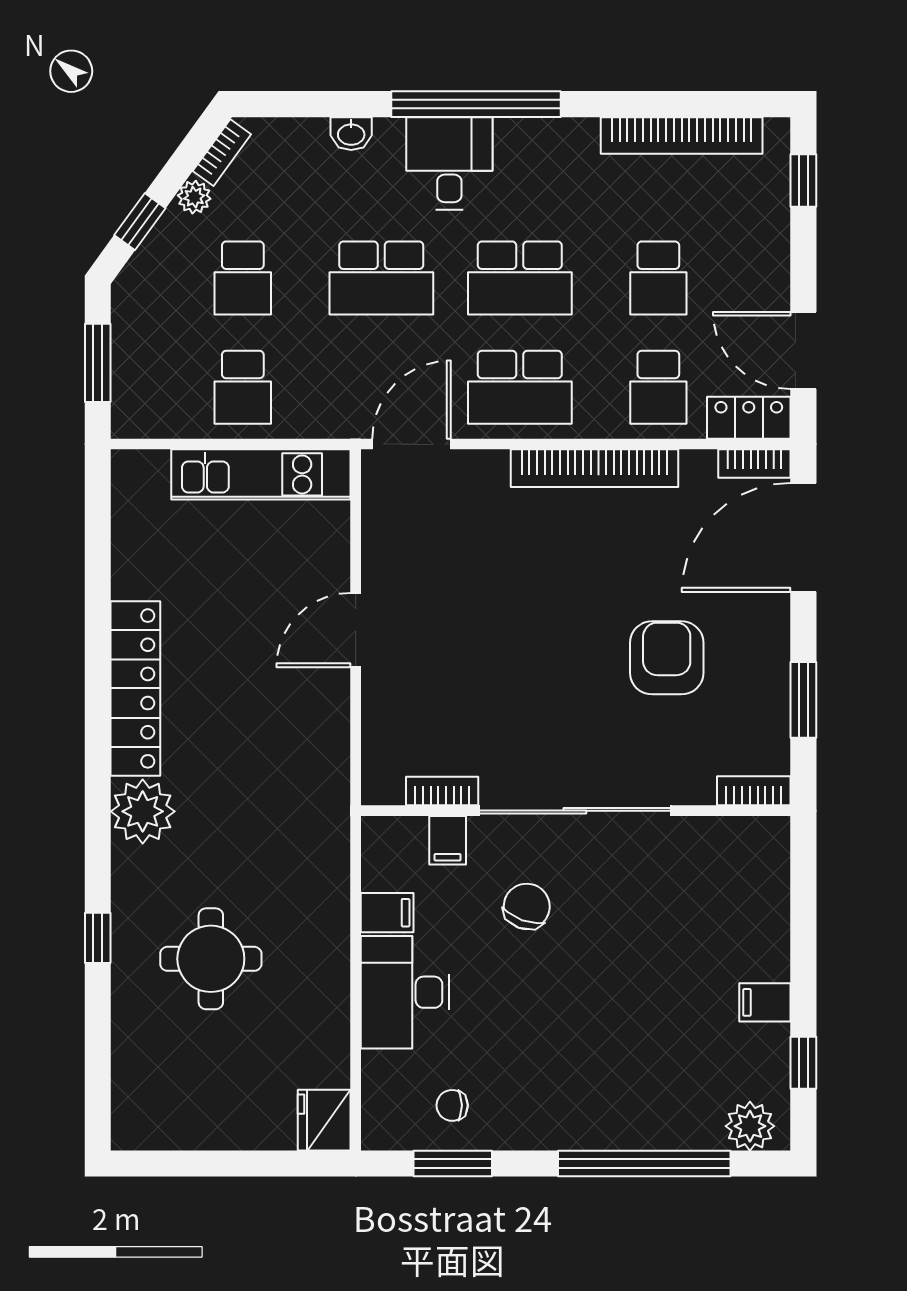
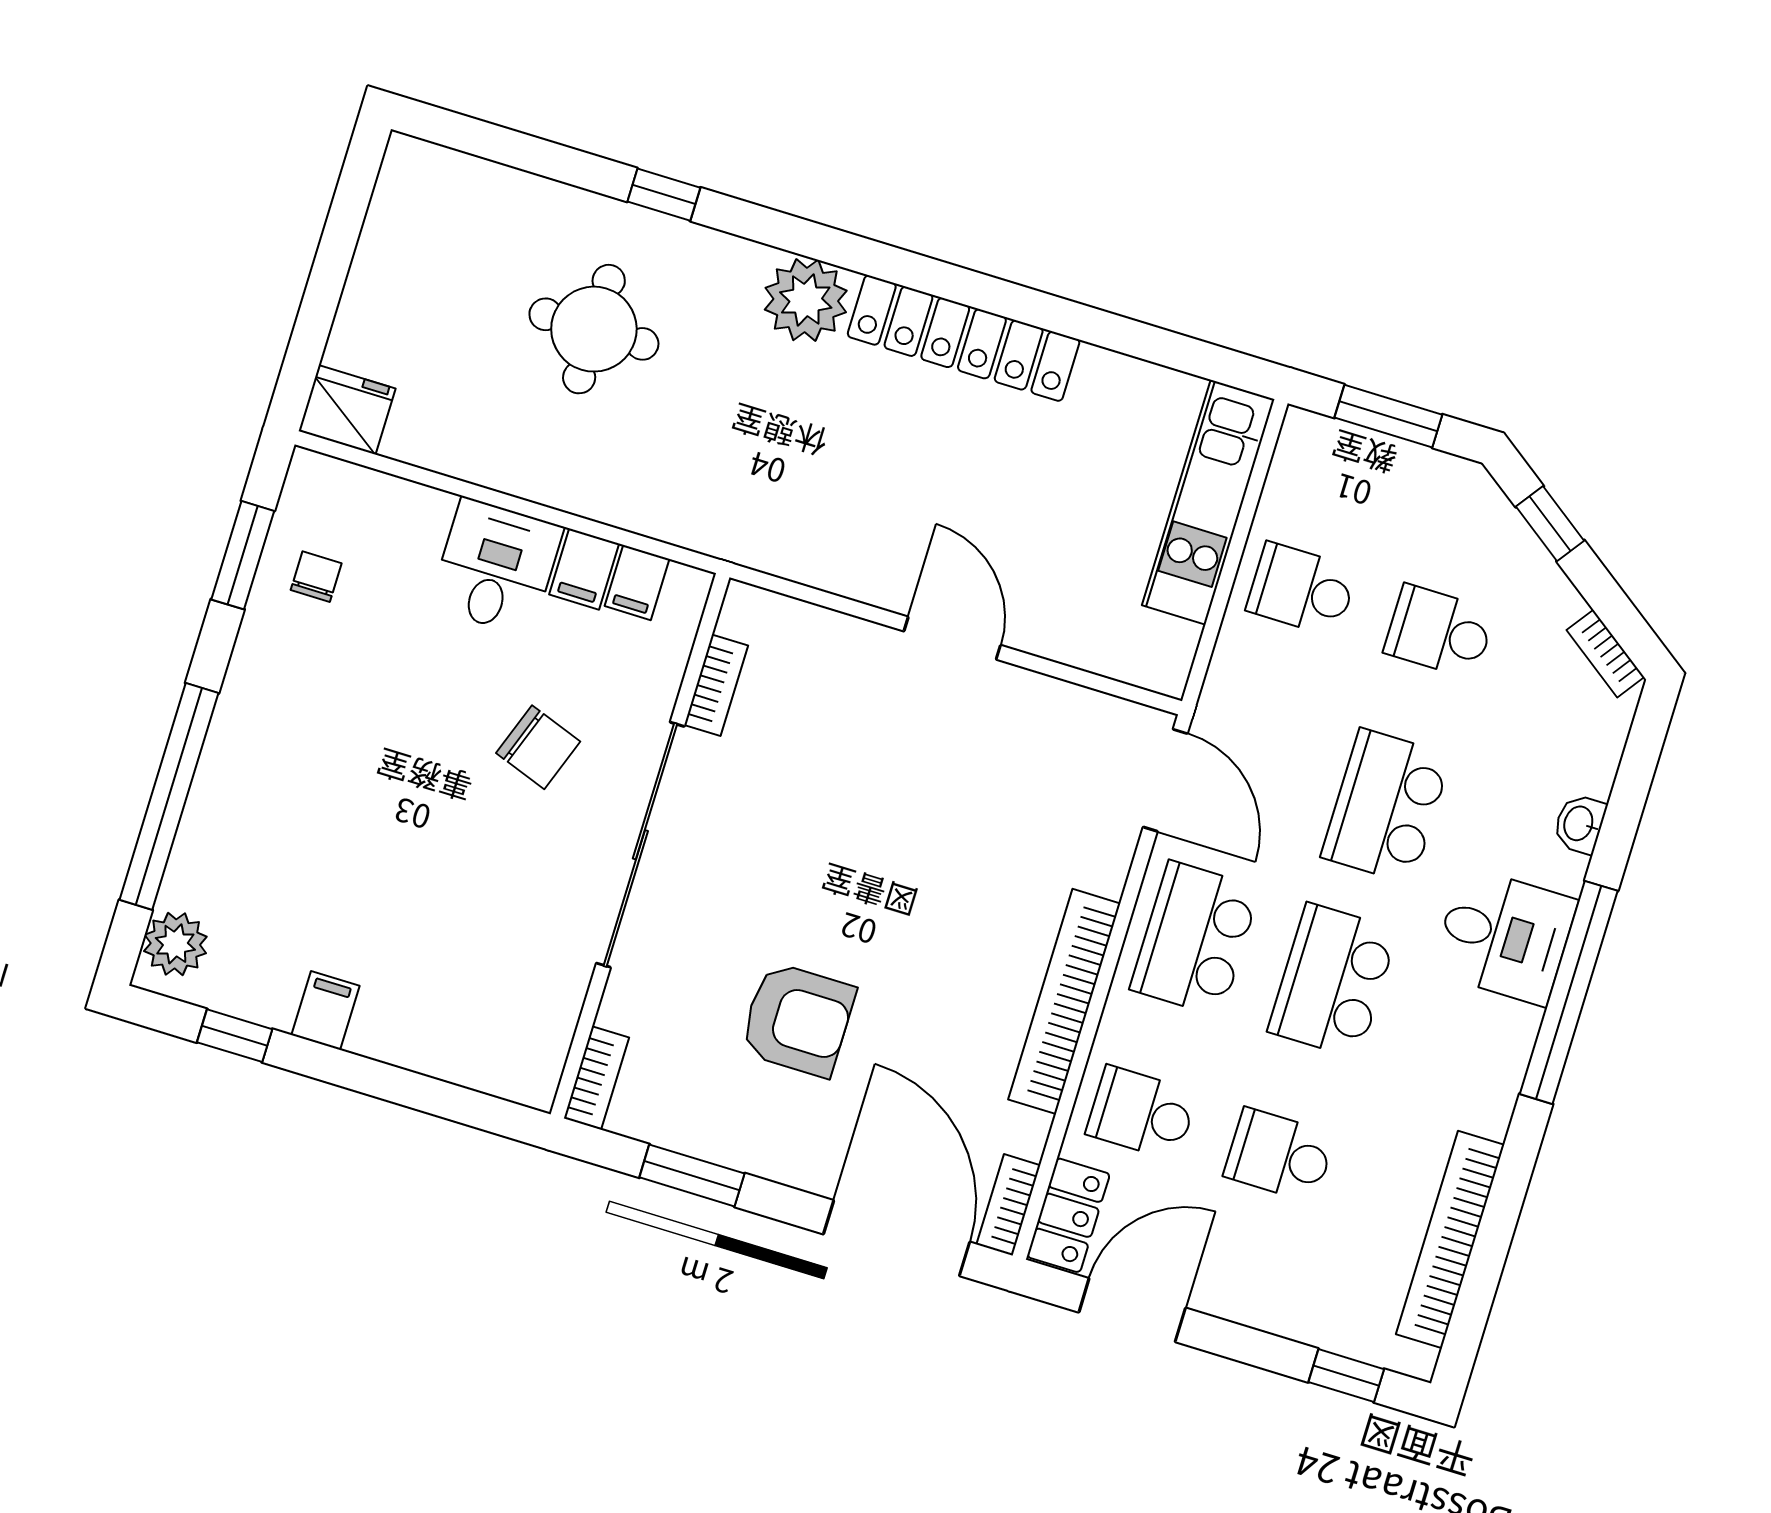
plant: (194, 197) -> (1560, 602), removed
kitchen unit: (261, 474) -> (1208, 502), moved
filing cabinet: (448, 840) -> (637, 583), moved, turned -90
desk: (405, 992) -> (496, 567), width x0.73

